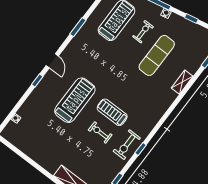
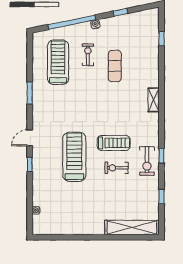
exercise mat: (157, 55) -> (115, 66), width x0.73, depth x0.69
door: (52, 61) -> (30, 138), swing flipped
shelving: (182, 82) -> (154, 100), moved
treadmill: (112, 112) -> (114, 143), turned 180

